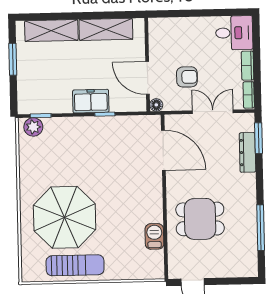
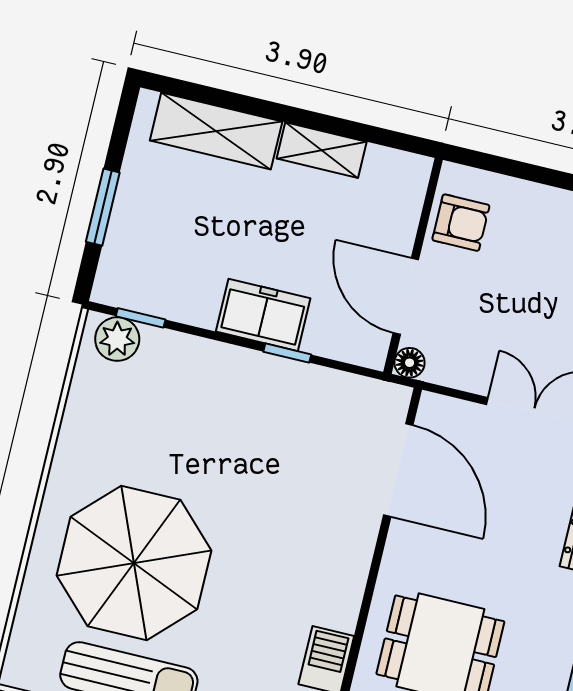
shelving: (106, 29) -> (322, 150), width x0.67, depth x0.75
window: (13, 59) -> (103, 207), moved
armchair: (187, 77) -> (461, 223), moved

